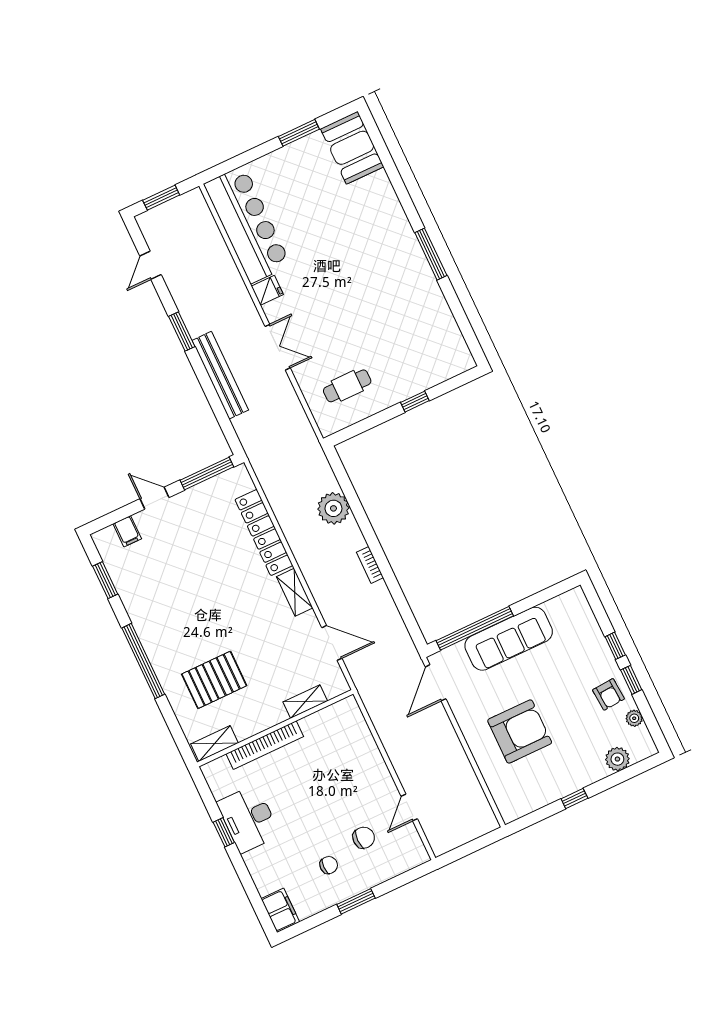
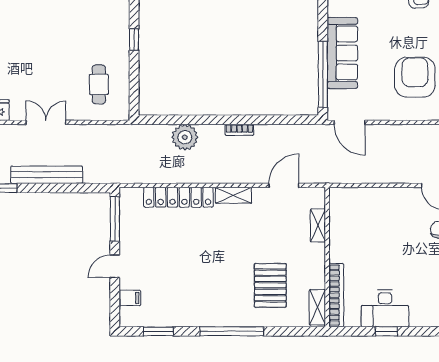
bookcase: (265, 745) -> (336, 295), moved

